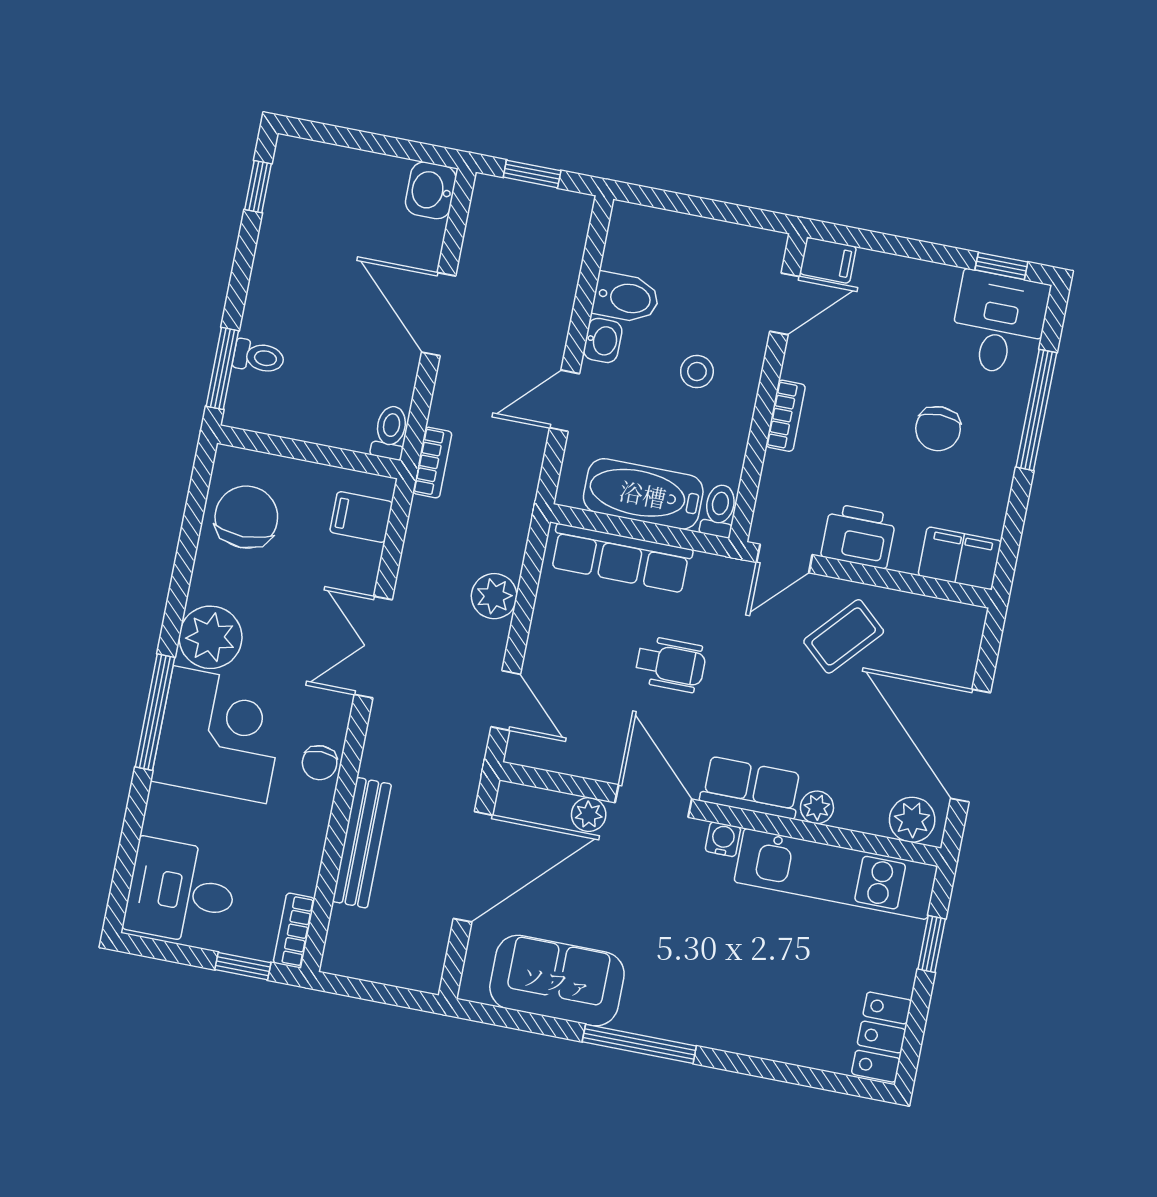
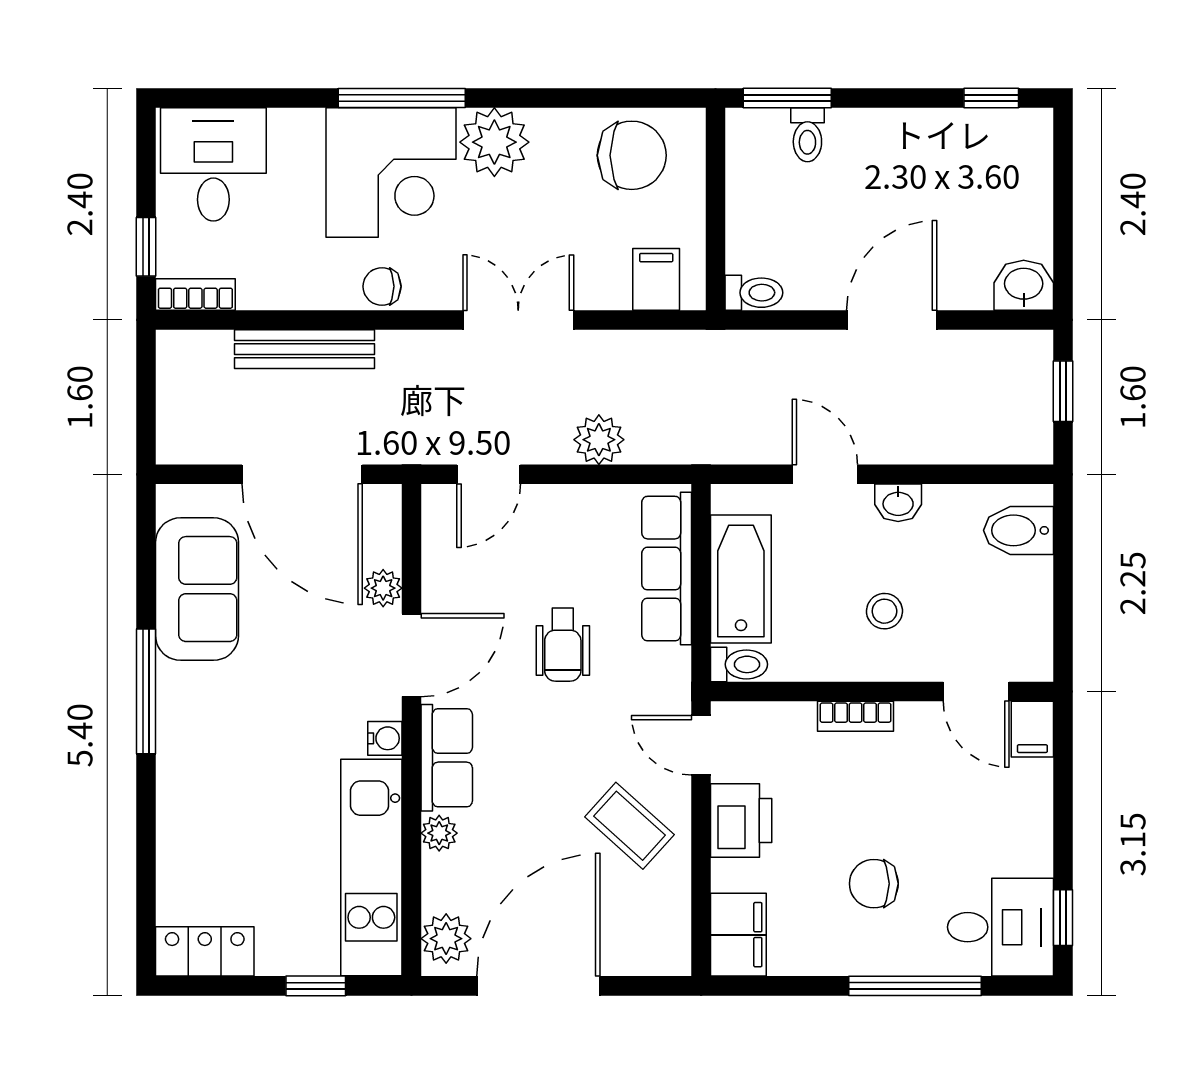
bidet: (626, 298) -> (1018, 530), moved, turned 90
bookcase: (432, 463) -> (730, 345), removed

